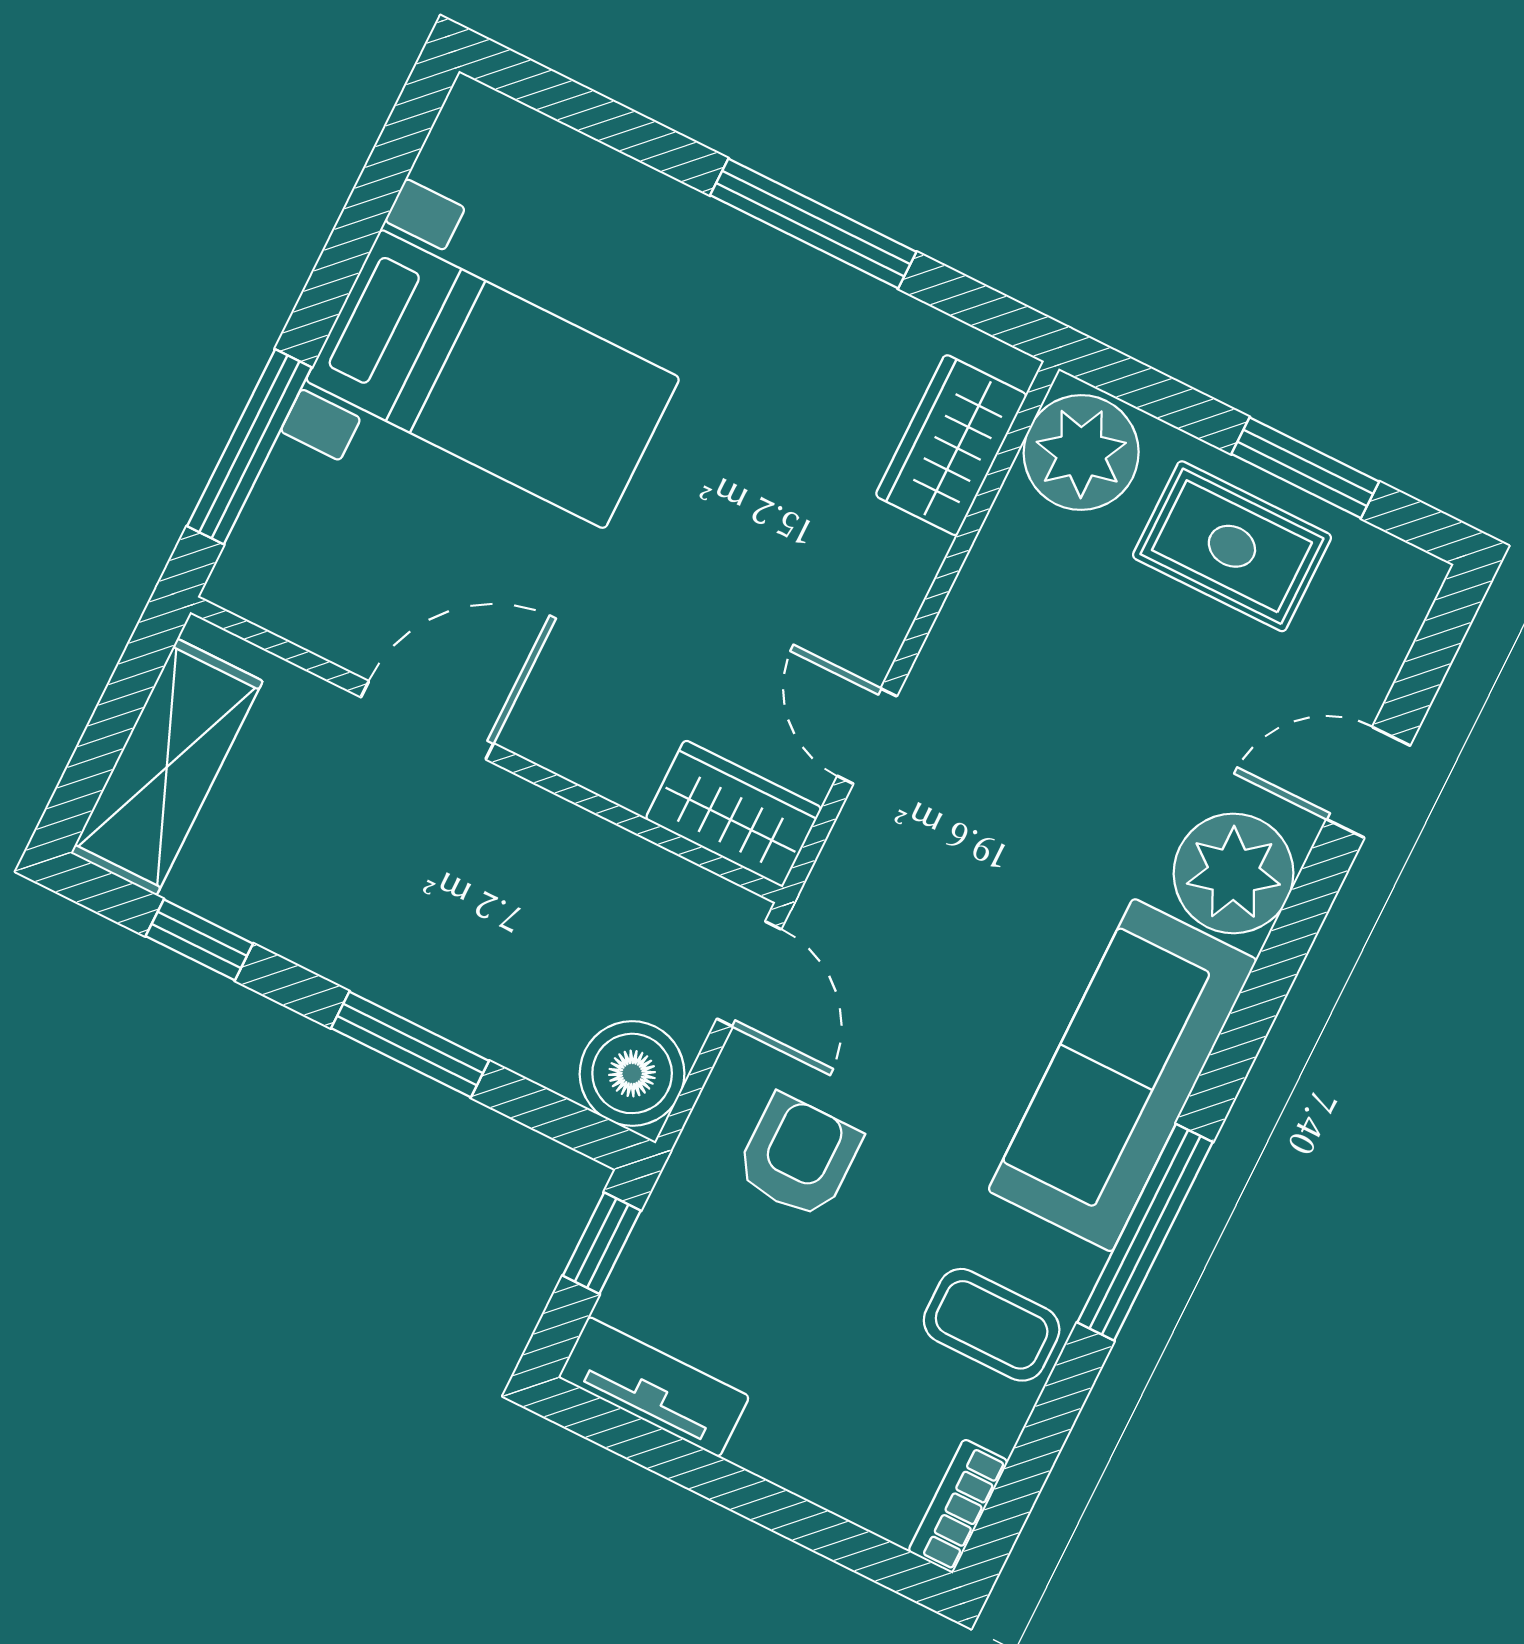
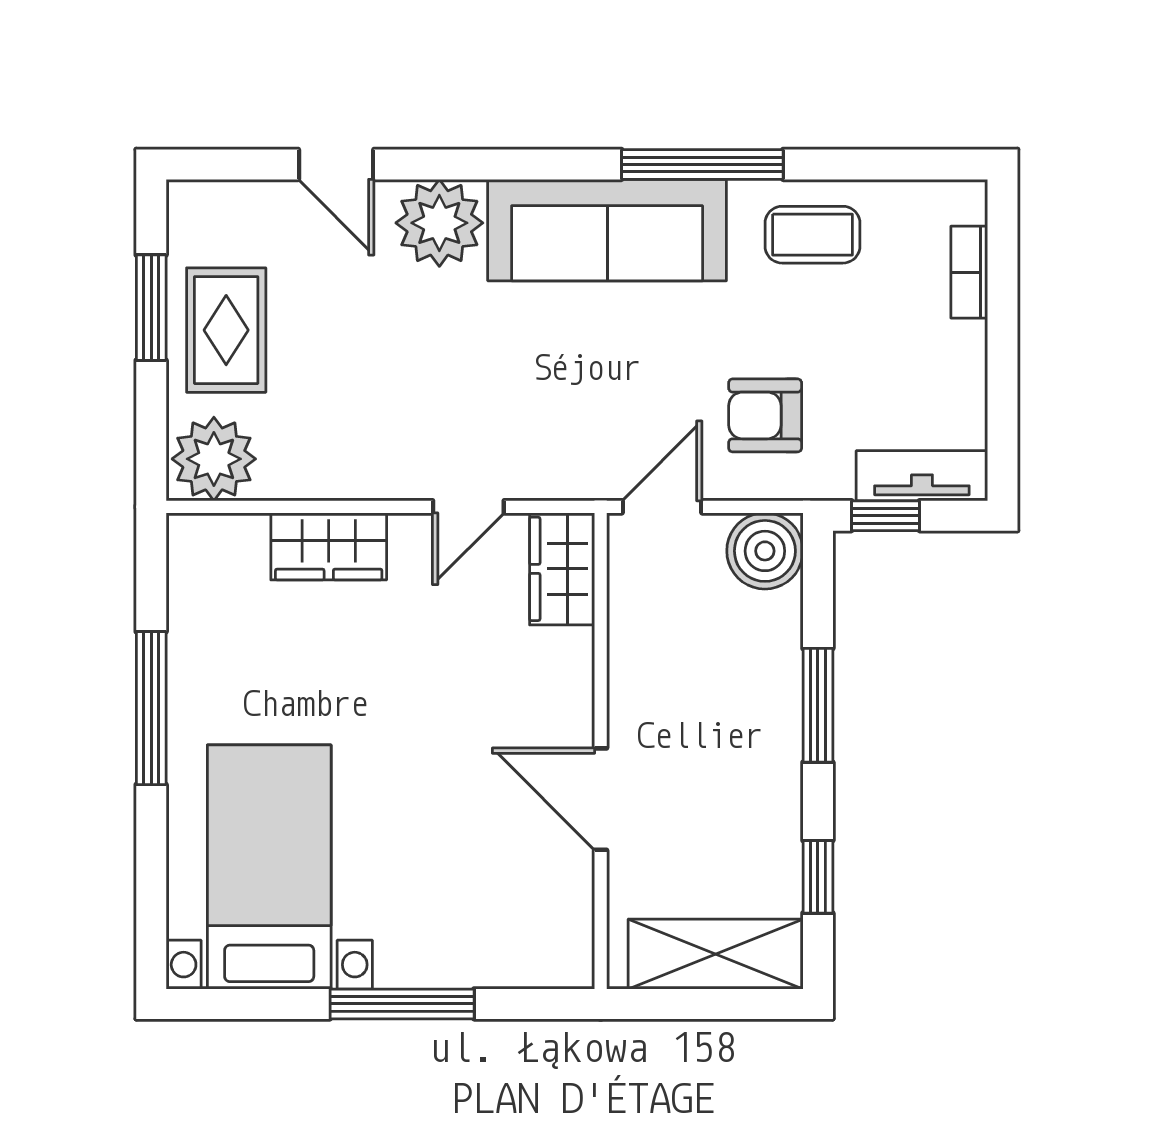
bed with nightstands: (493, 379) -> (269, 867), moved
wardrobe: (951, 445) -> (329, 546), moved
window: (249, 447) -> (402, 1004), moved
coffee table: (992, 1325) -> (813, 235), turned 90
tv unit: (654, 1387) -> (922, 476), moved, turned 90
bookcase: (958, 1506) -> (969, 272), moved, turned 90

